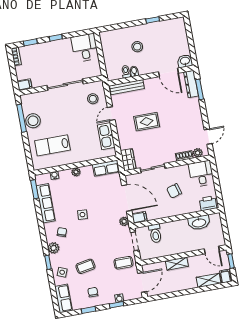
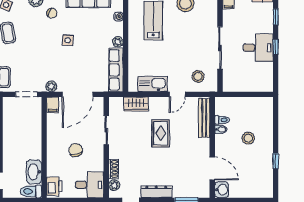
desk: (85, 48) -> (258, 48), moved
door: (168, 72) -> (212, 168), swing flipped
dresser: (191, 84) -> (156, 192), moved
door: (111, 114) -> (177, 94), swing flipped
wardrobe: (128, 160) -> (136, 104), moved
row of seats: (106, 168) -> (116, 70), width x1.48
toilet: (155, 233) -> (31, 191), moved

